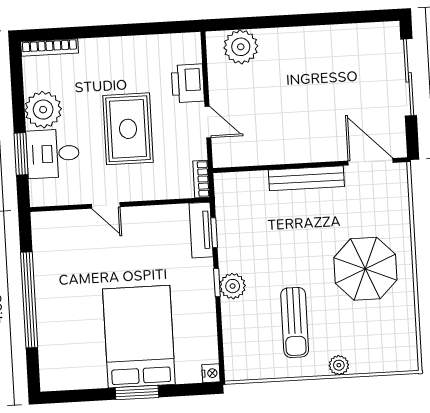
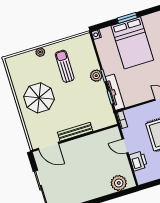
tv unit: (201, 230) -> (115, 92), width x1.41

